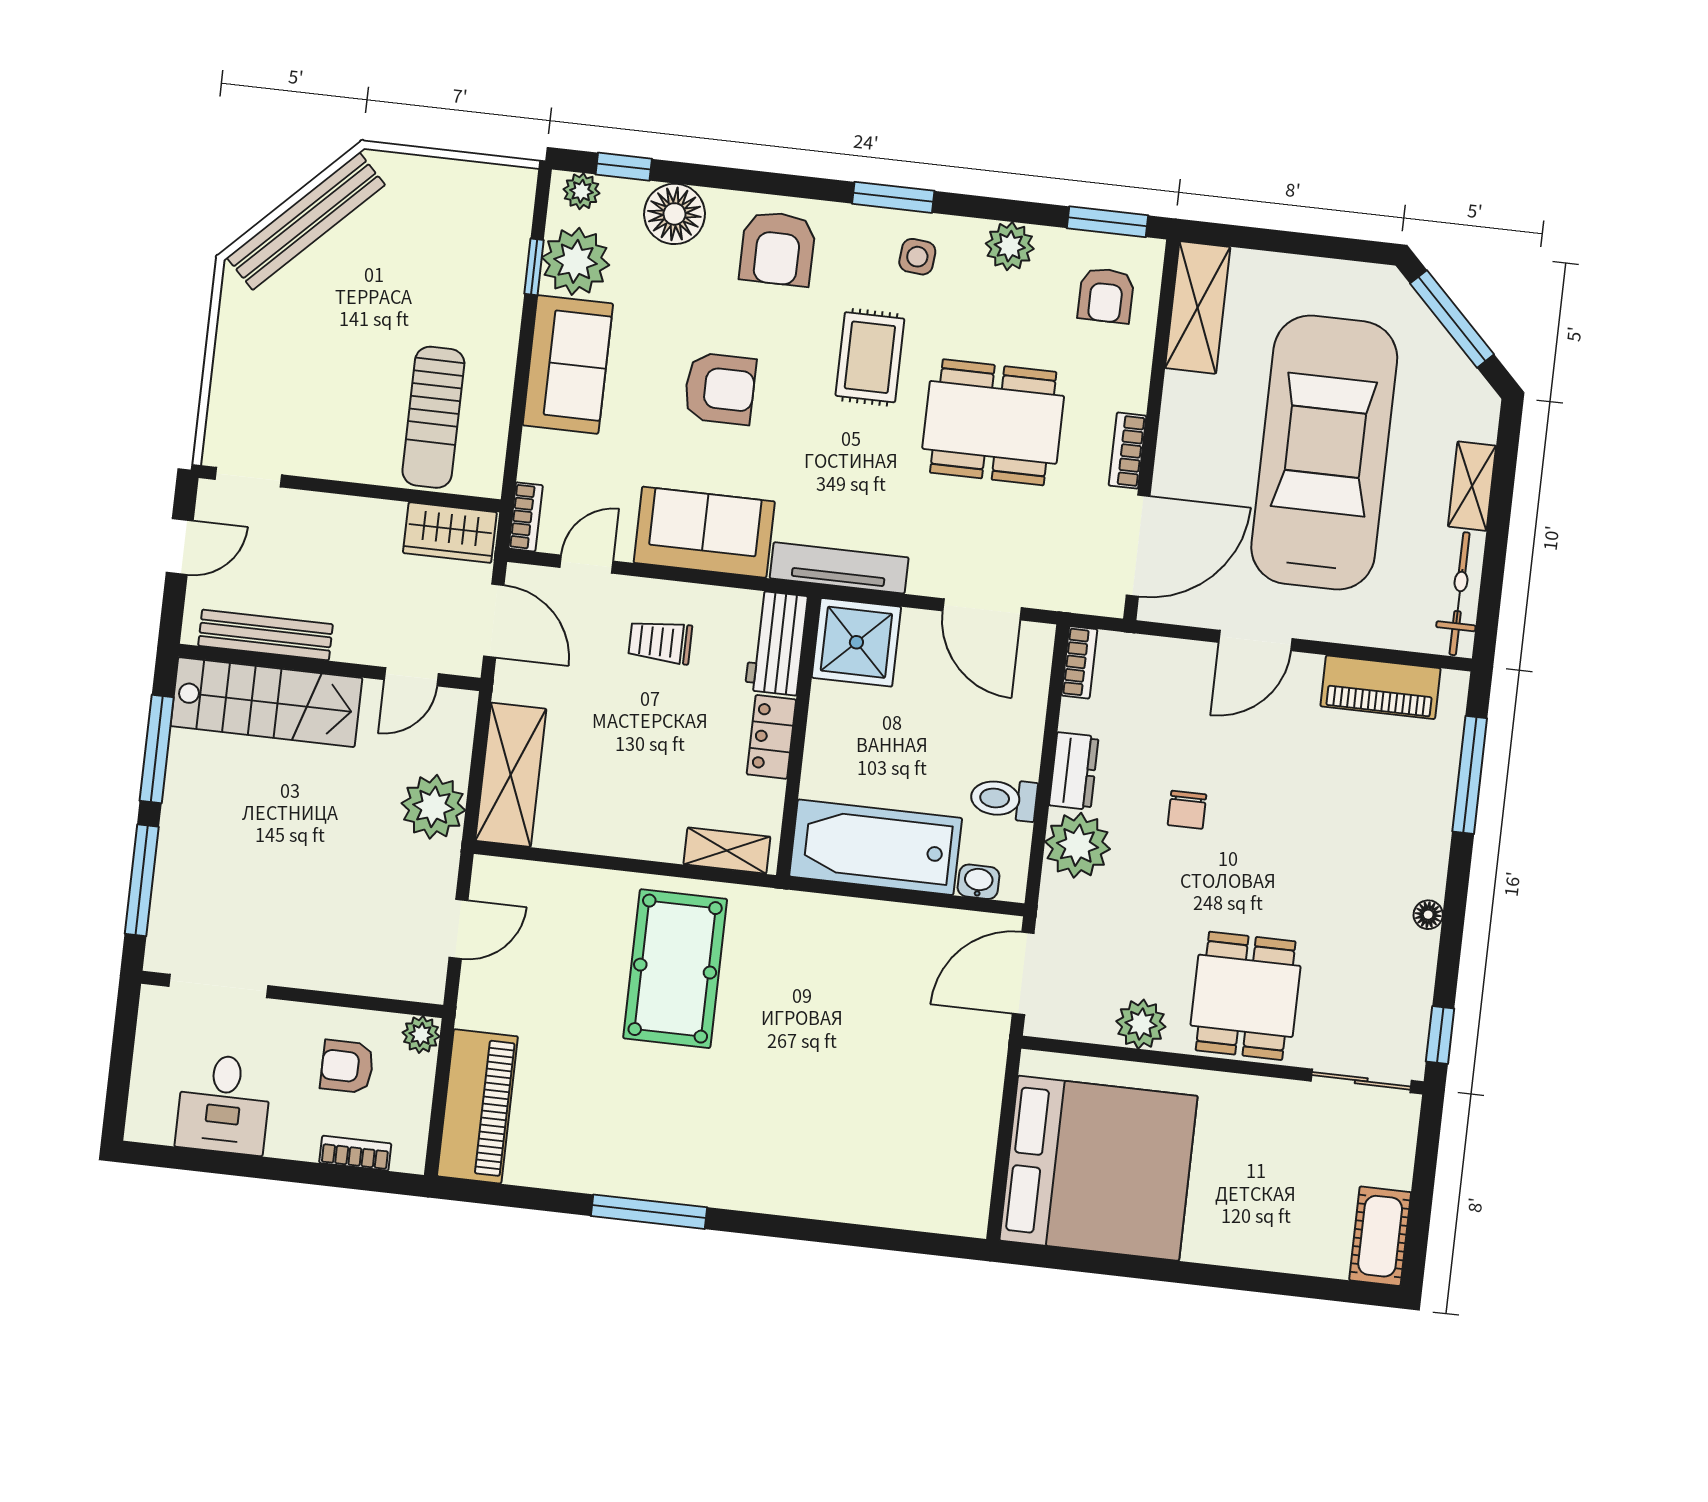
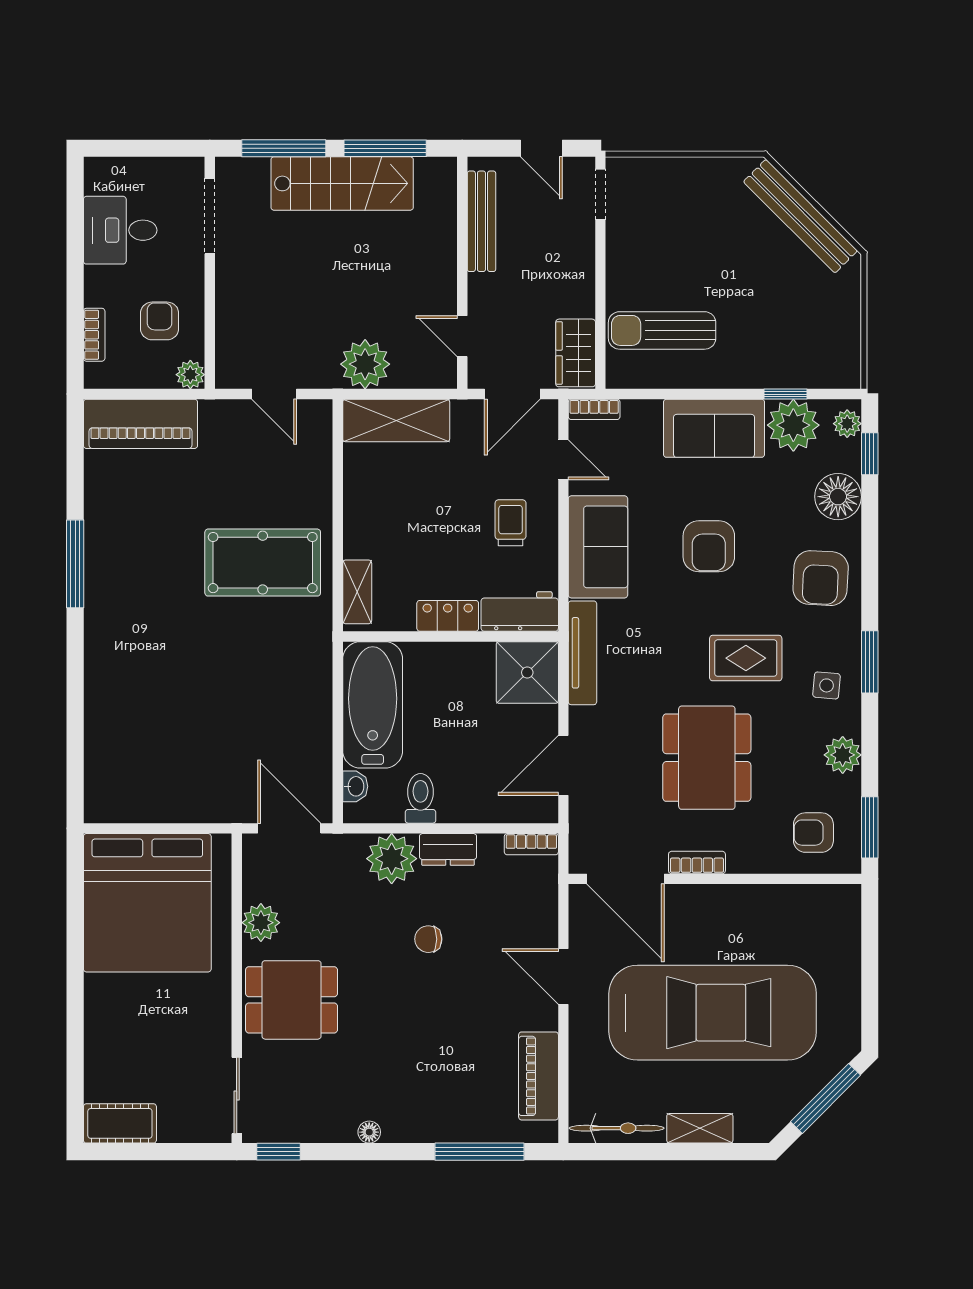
armchair: (778, 249) -> (821, 578), turned -87
shelving: (1198, 307) -> (812, 904), removed
stairs: (266, 702) -> (342, 183), moved, turned -90

